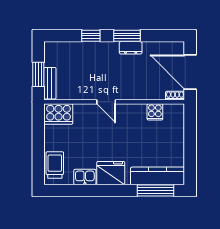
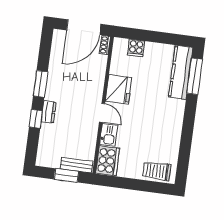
dresser: (131, 48) -> (48, 112), moved
door: (106, 102) -> (102, 113), hinge flipped
cooker: (155, 112) -> (136, 48), moved, turned 90
fridge: (111, 173) -> (118, 89), moved, turned 180
kitchen sink: (85, 177) -> (109, 135), moved, turned 180

